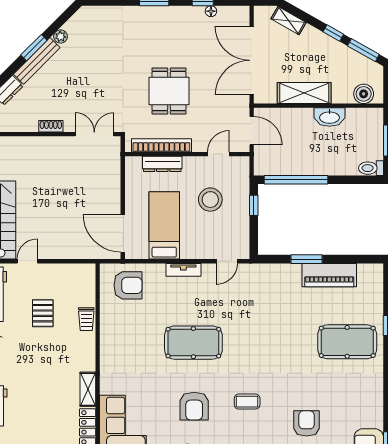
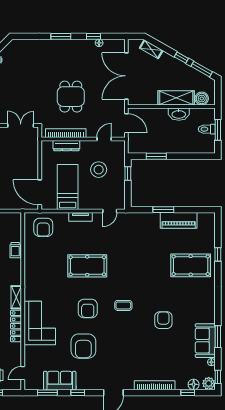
shelving: (304, 93) -> (176, 98), moved
toilet: (371, 168) -> (207, 129), moved
window: (296, 180) -> (156, 156), width x0.47
armchair: (128, 285) -> (43, 227), turned 90

